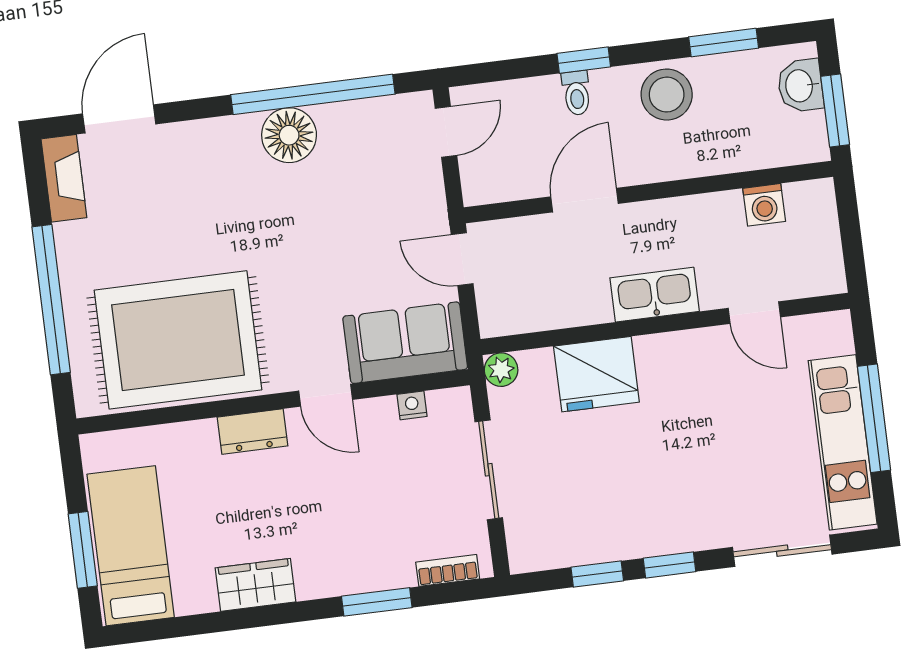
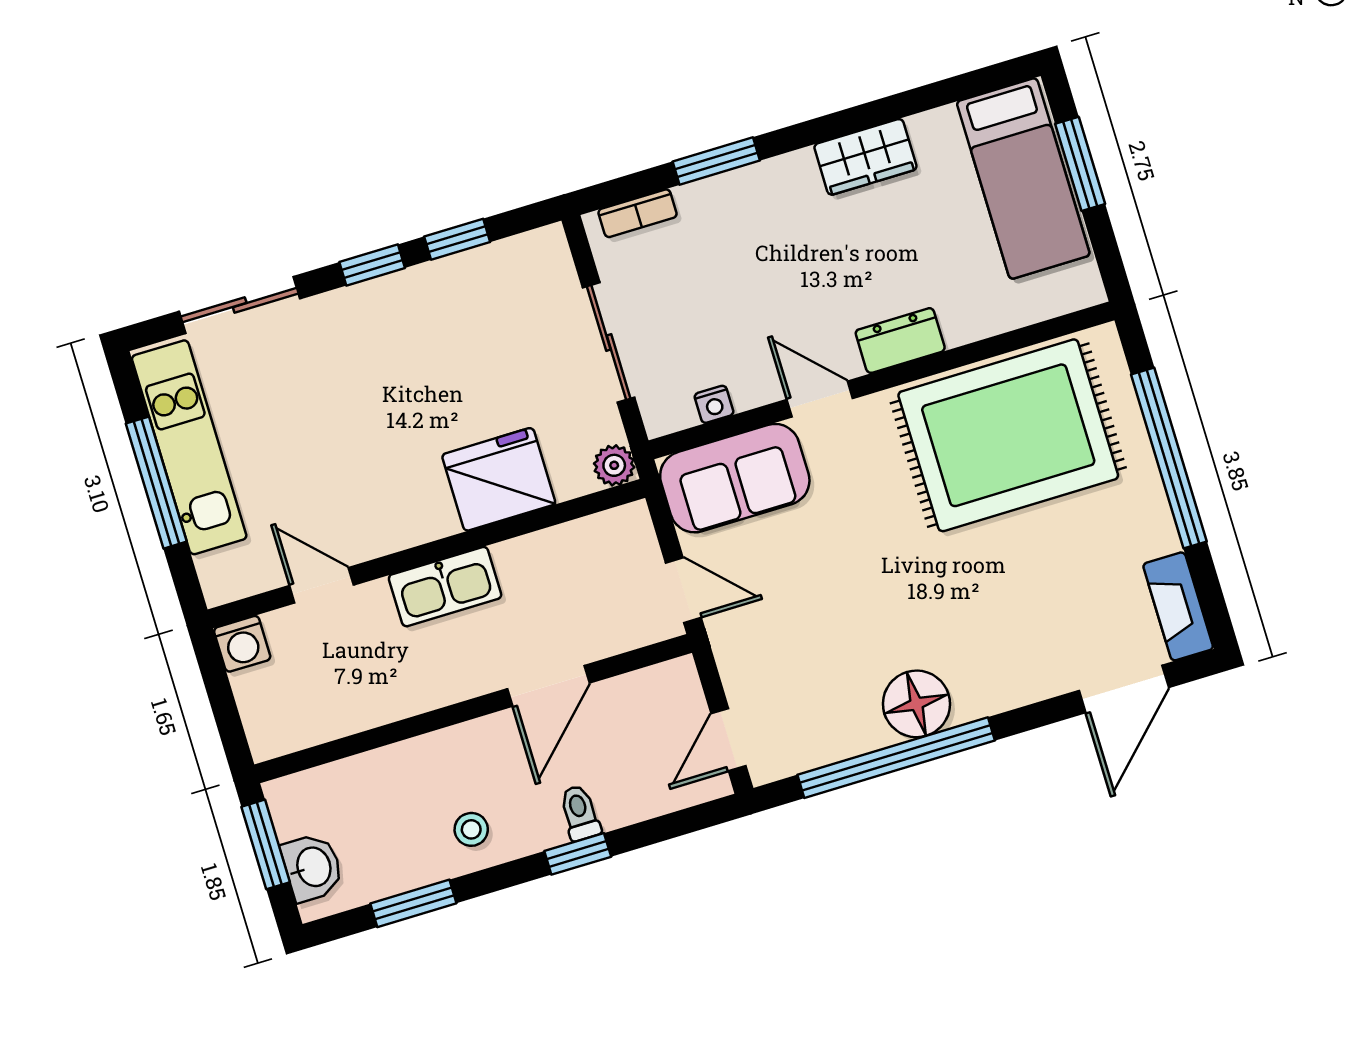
stool: (667, 95) -> (471, 829), width x0.53, depth x0.53
washing machine: (764, 205) -> (242, 644), moved, turned 180

